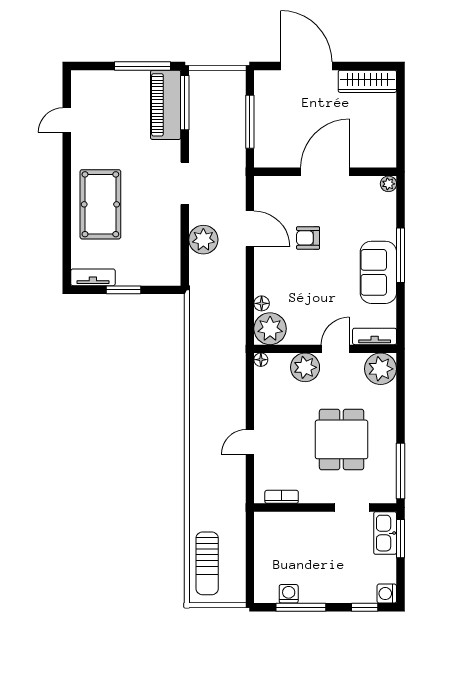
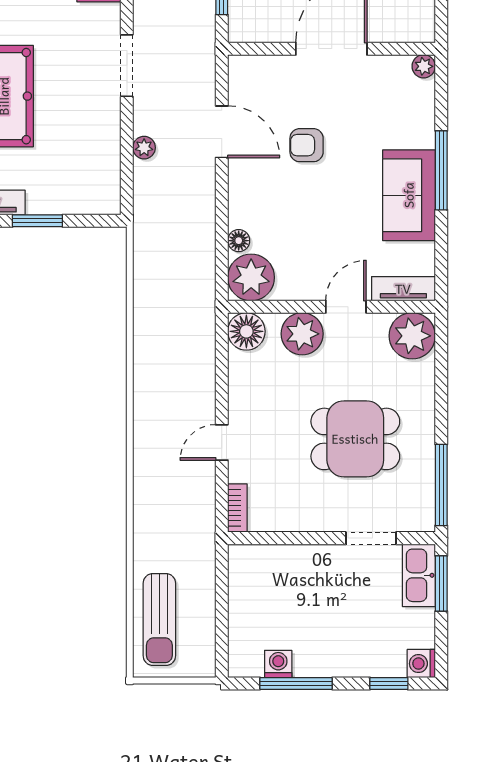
plant: (203, 240) -> (144, 148), width x0.53, depth x0.53
floor lamp: (261, 360) -> (246, 331), width x1.89, depth x1.89
dining table: (342, 439) -> (355, 439), turned 90
bookcase: (282, 497) -> (237, 508), moved, turned 90

